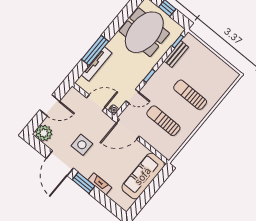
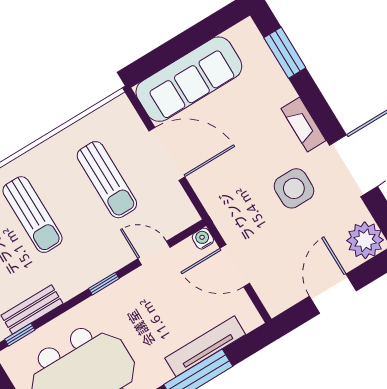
door: (50, 105) -> (333, 294), hinge flipped
door: (128, 129) -> (167, 154), moved
window: (84, 183) -> (285, 53), moved
fireplace: (100, 184) -> (304, 124), moved

